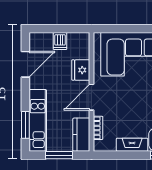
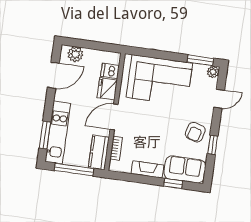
plant: (44, 40) -> (75, 54), added
dishwasher: (60, 41) -> (110, 71), moved, turned 90
window: (59, 155) -> (74, 170), width x1.44

